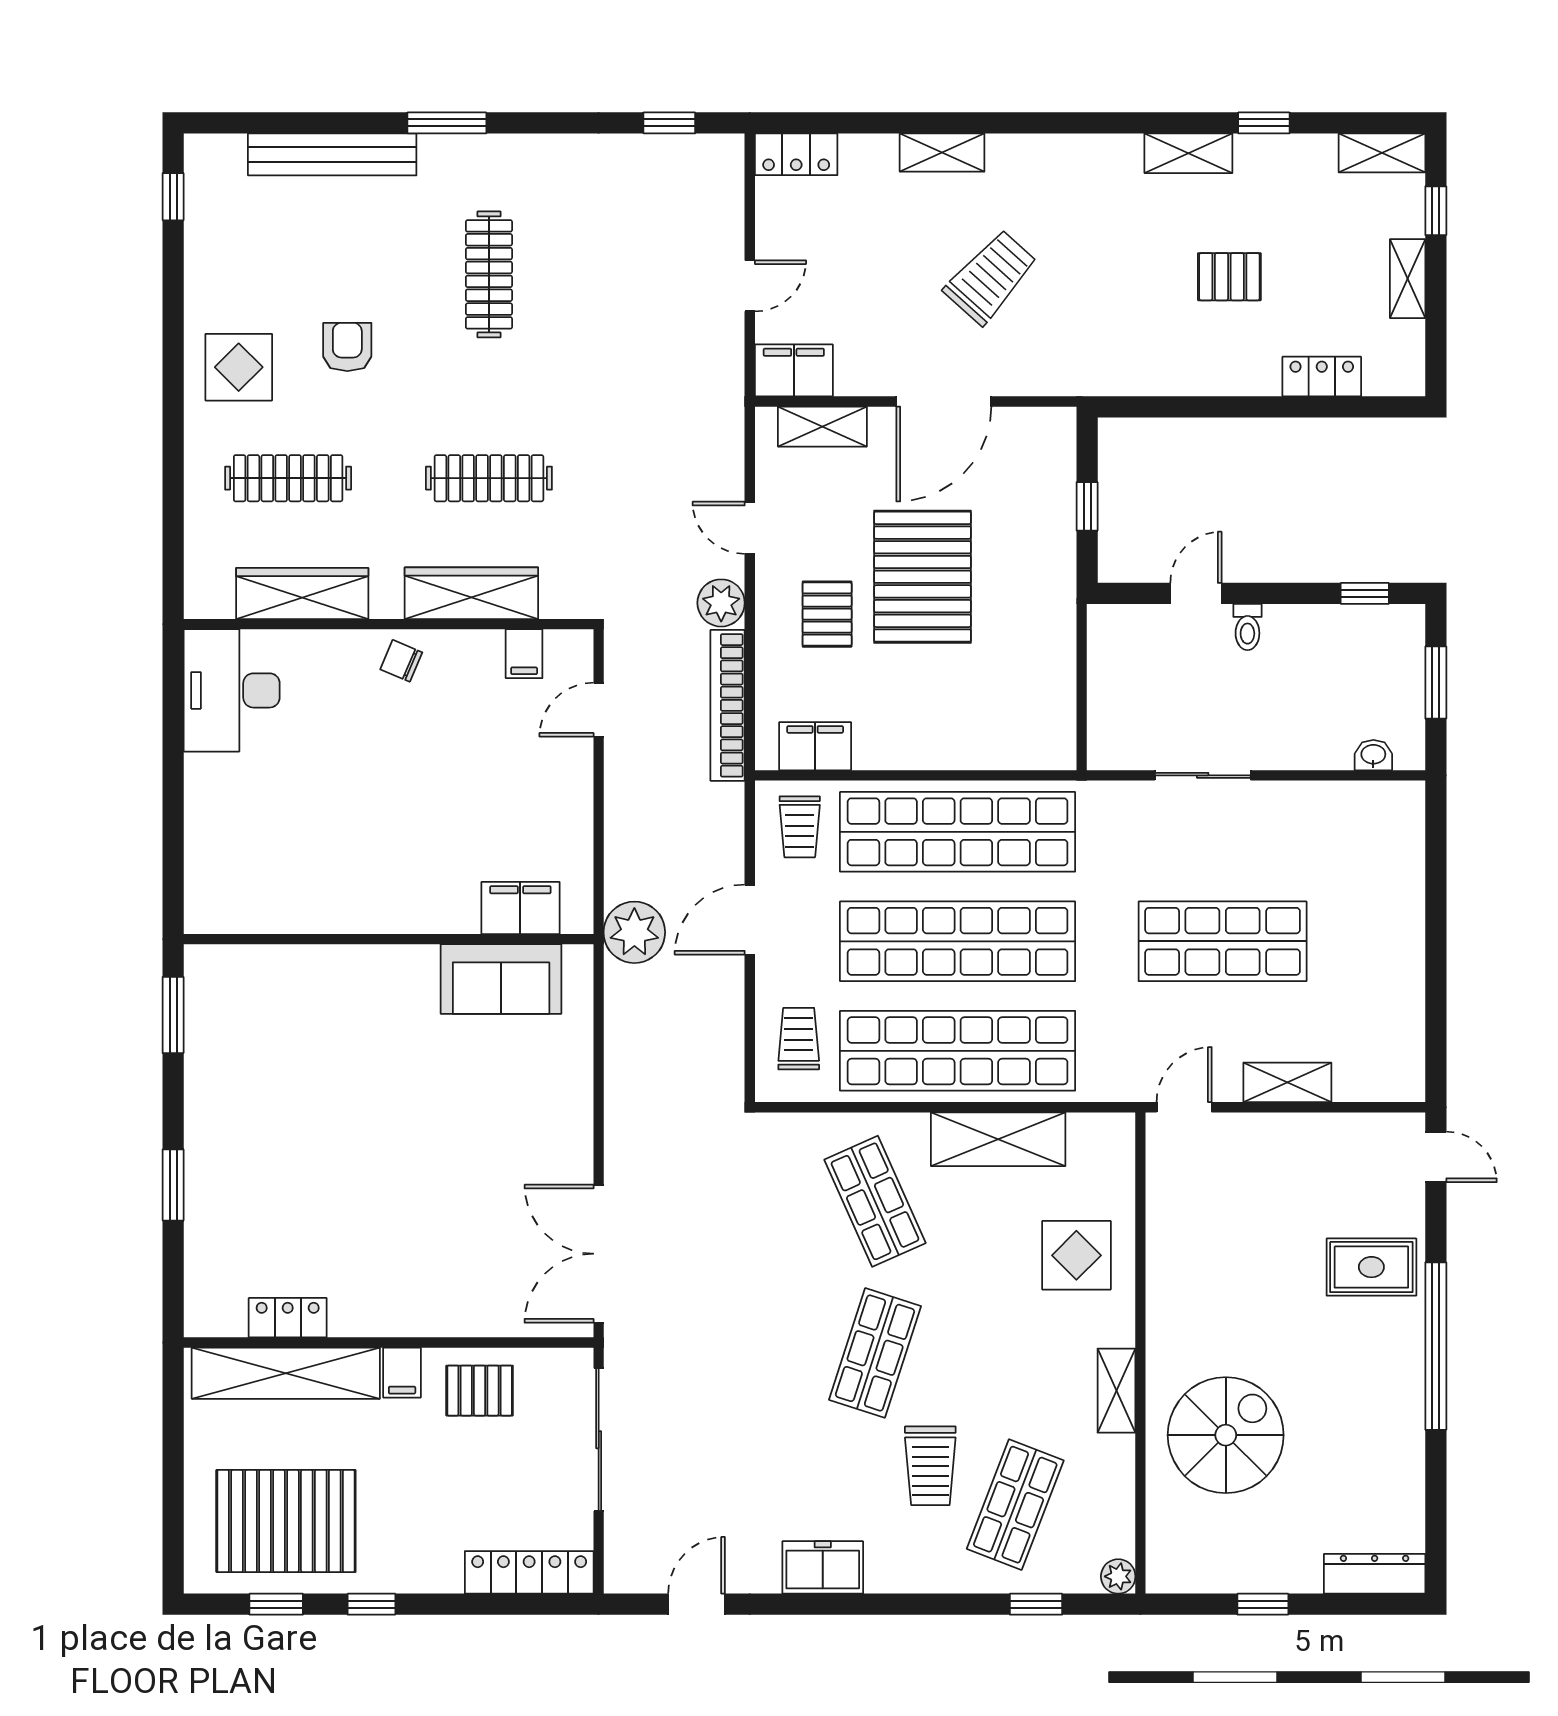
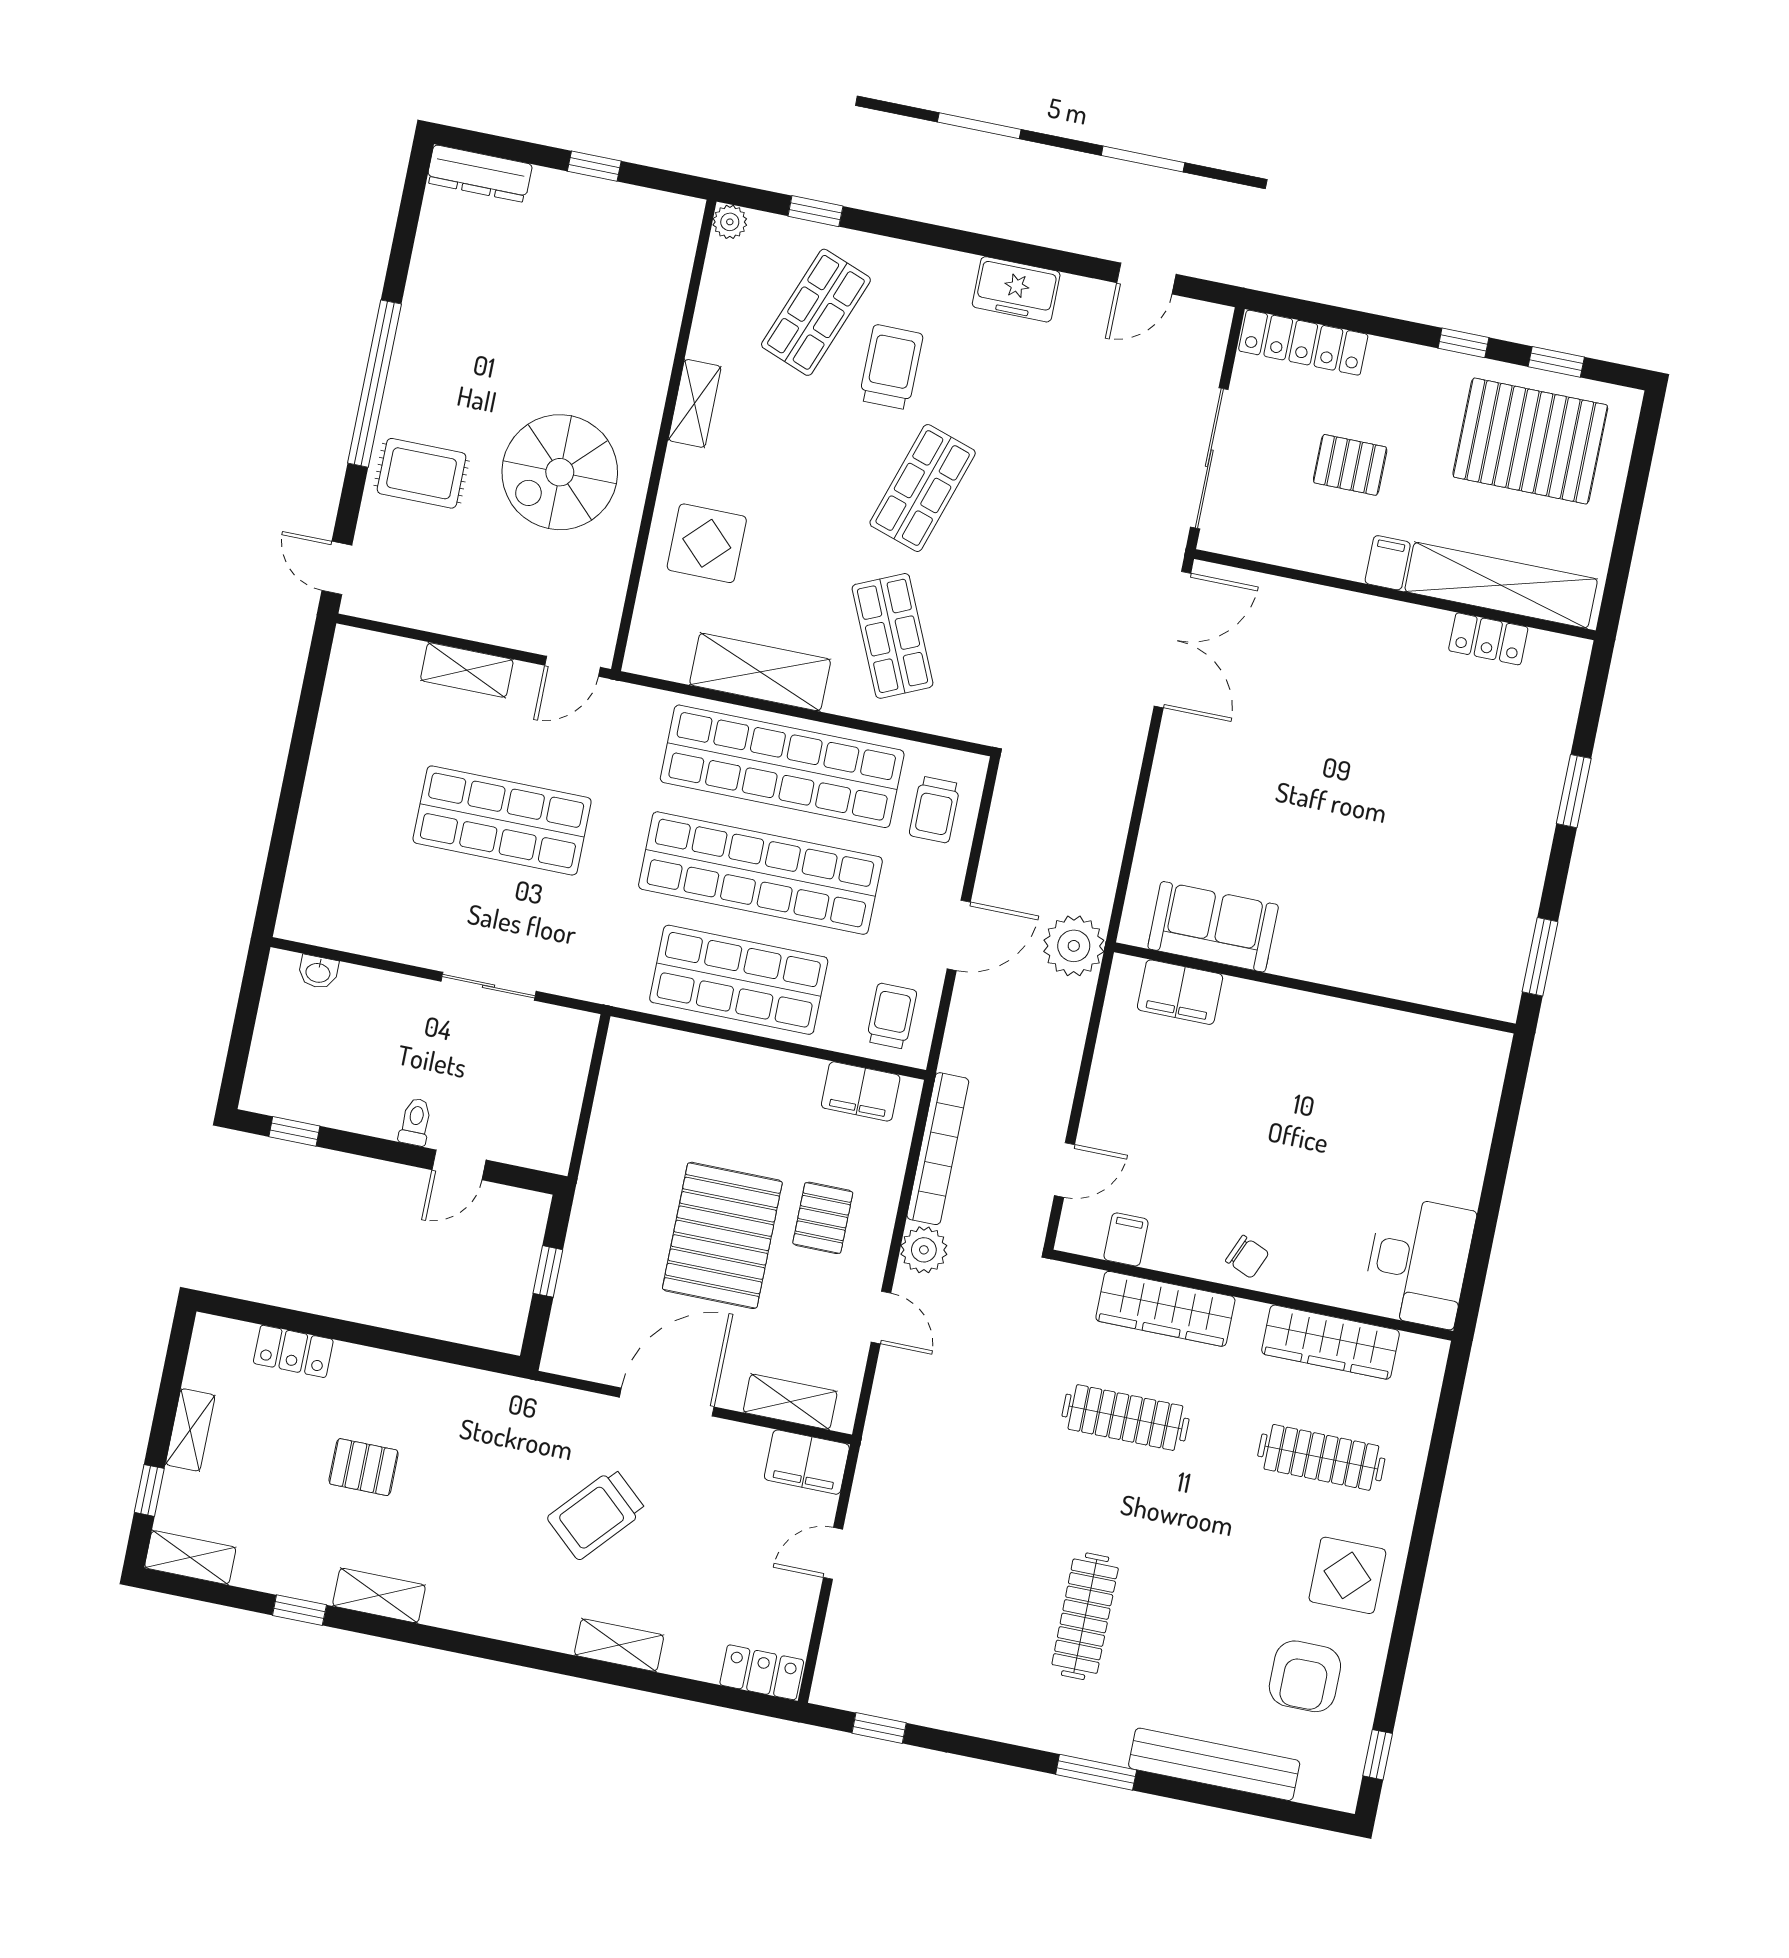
armchair: (347, 347) -> (1305, 1676), moved, width x1.38, depth x1.38
window: (1436, 683) -> (243, 1030), removed
shop shelf: (958, 832) -> (739, 980), width x0.71
pallet: (480, 1391) -> (1350, 465), moved
spiral stairs: (1226, 1435) -> (560, 472), moved

